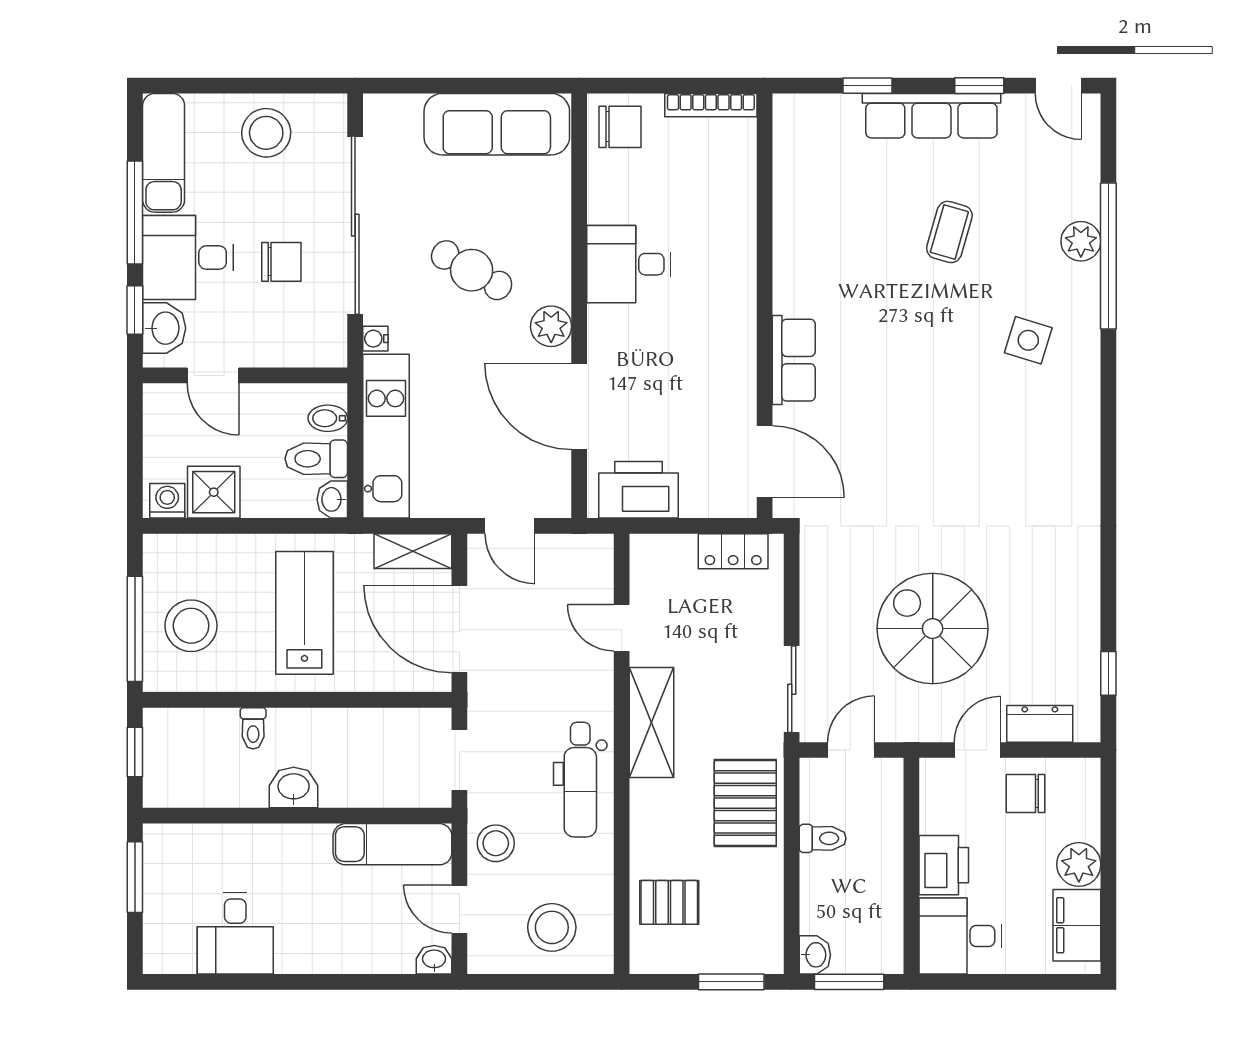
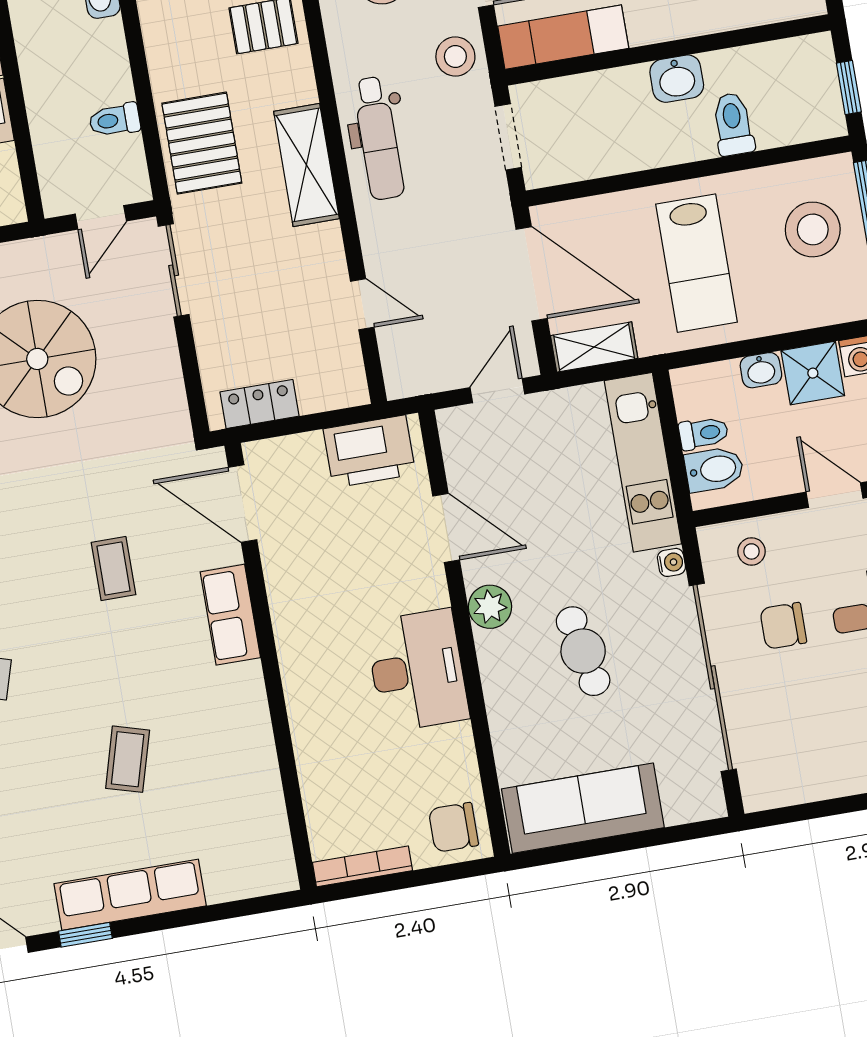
window: (867, 86) -> (202, 915), removed
stool: (266, 133) -> (751, 551), moved, width x0.53, depth x0.53
coffee table: (949, 232) -> (128, 759), moved
desk: (629, 264) -> (417, 670), width x1.37
cafe table: (472, 270) -> (583, 651), turned 49
door: (579, 406) -> (446, 528), width x0.73
bidet: (328, 418) -> (714, 469), width x1.38, depth x1.36
coffee table: (895, 422) -> (113, 569), added
toilet: (316, 459) -> (704, 433), width x0.73, depth x0.72
washbasin: (332, 499) -> (761, 370), moved, turned 90
door: (510, 526) -> (497, 391), hinge flipped
shelving: (652, 722) -> (306, 165), moved
toilet: (253, 728) -> (733, 124), width x1.37, depth x1.39
dental chair: (580, 780) -> (378, 138), turned 180

